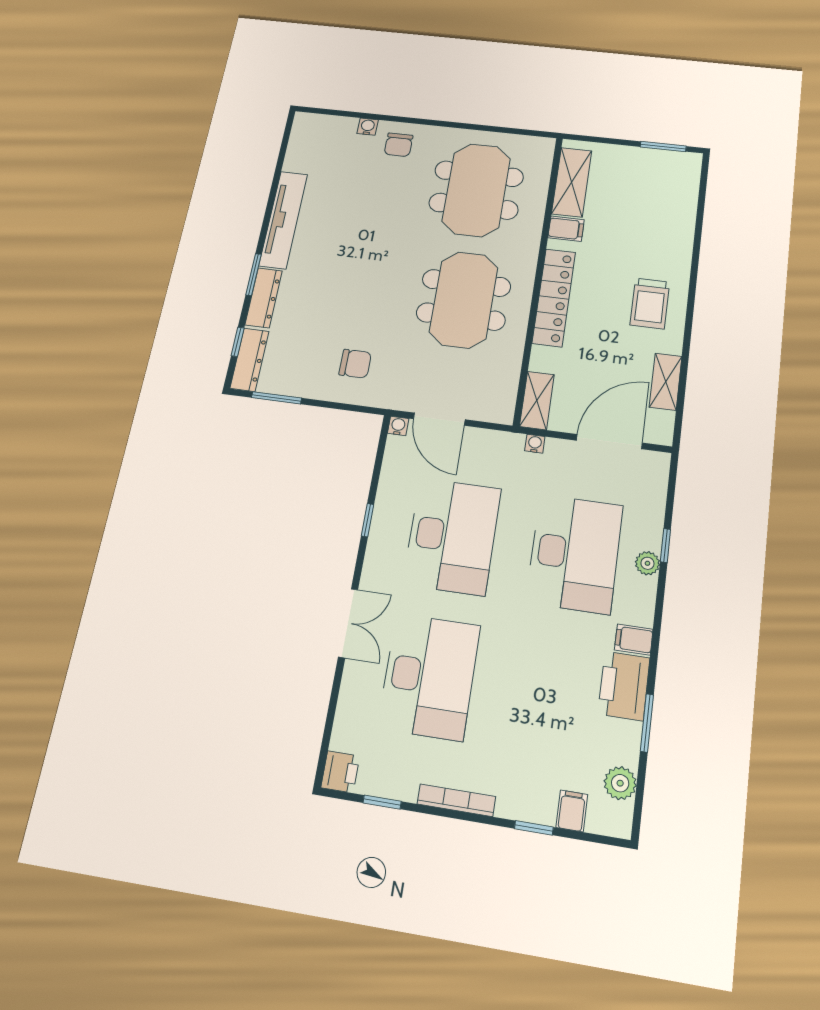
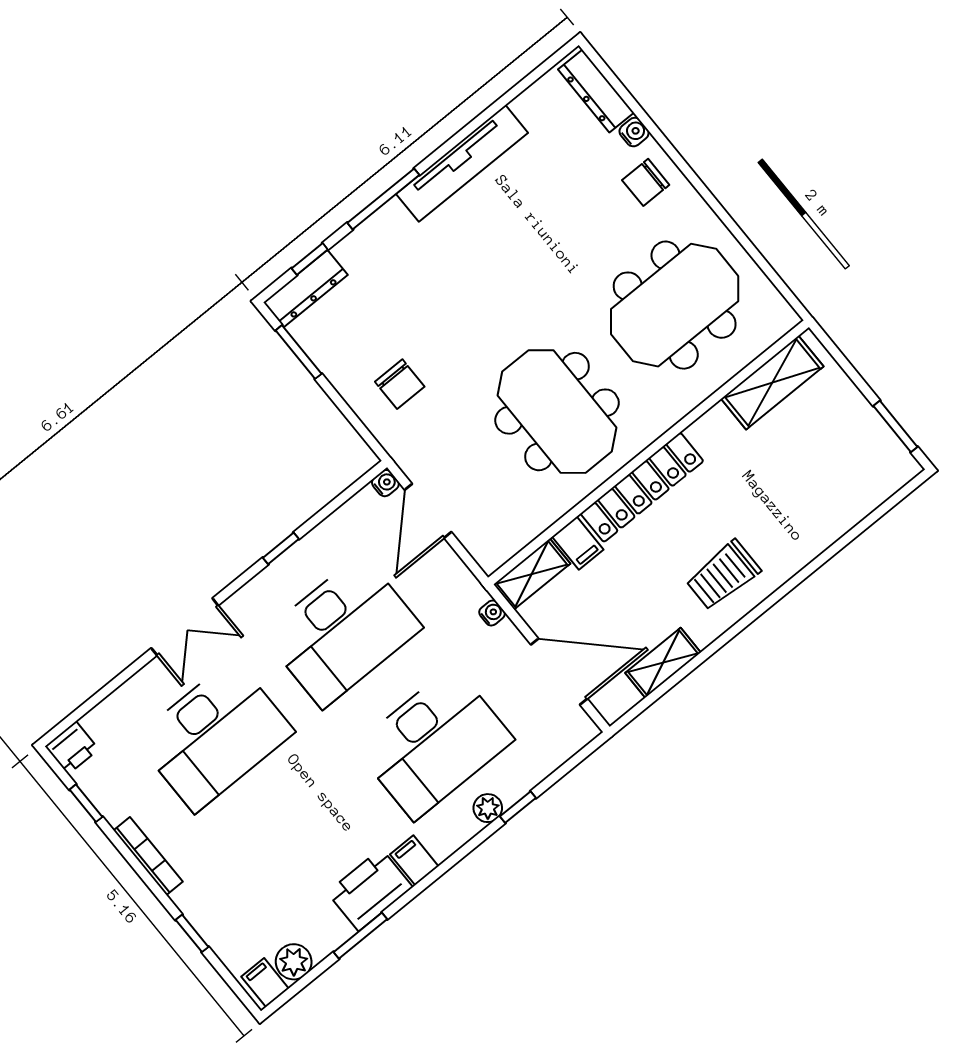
filing cabinet: (566, 229) -> (578, 543), moved
window: (254, 275) -> (383, 199), width x1.44
dresser: (264, 298) -> (596, 91), moved, turned 90
meeting table: (464, 300) -> (557, 412), turned 90
filing cabinet: (572, 811) -> (265, 983), moved, turned -90

